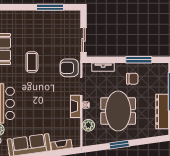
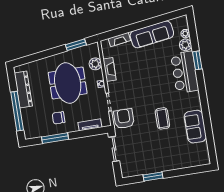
window: (50, 7) -> (153, 176), width x0.69
armchair: (69, 68) -> (124, 119), turned -90
fireplace: (76, 106) -> (110, 69), moved
window: (119, 145) -> (76, 45), moved

